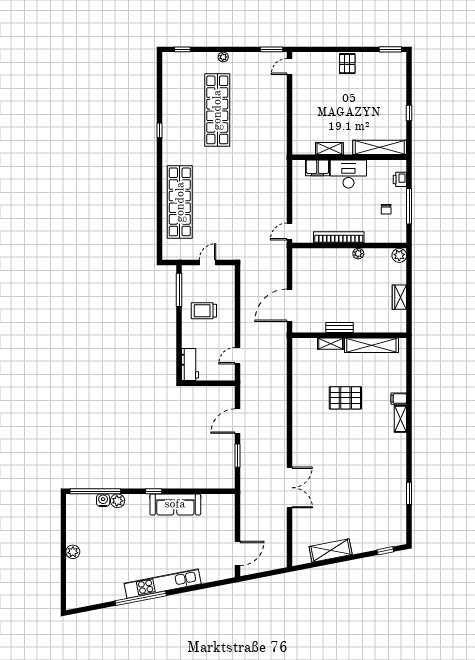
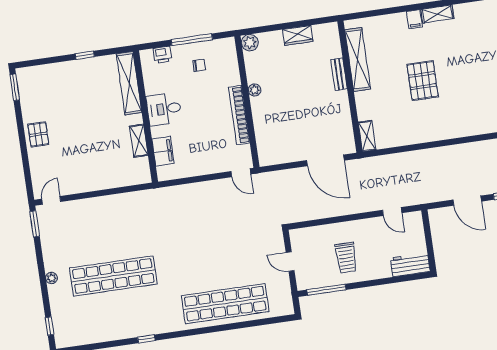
pallet: (347, 64) -> (38, 134), turned 90
door: (289, 66) -> (51, 200), swing flipped
desk: (348, 174) -> (164, 109), width x0.73
bench: (339, 327) -> (339, 74), moved
shelving: (331, 344) -> (367, 136), moved

